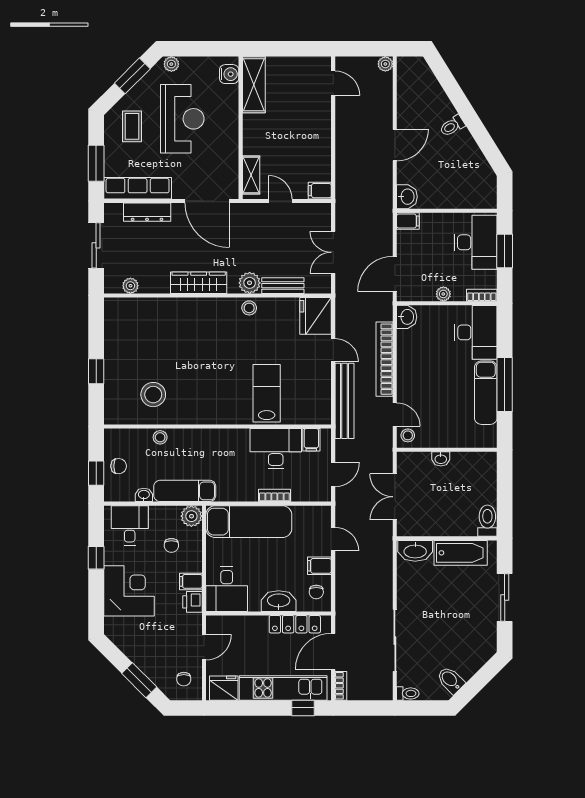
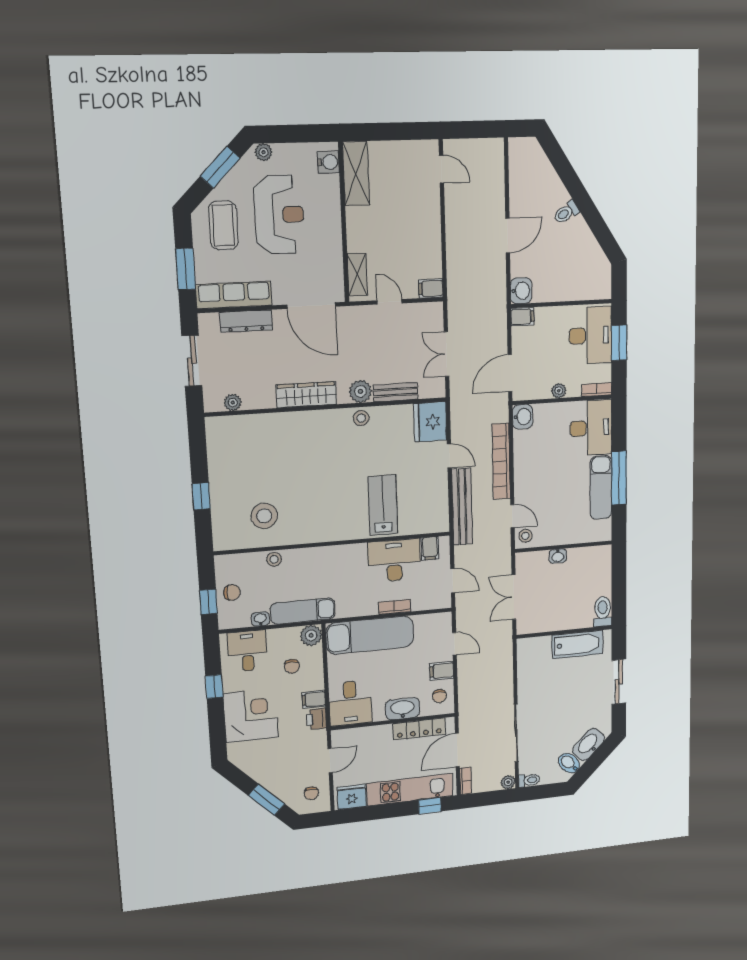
plant: (385, 64) -> (508, 782), moved
coffee table: (132, 126) -> (223, 225), width x1.36, depth x1.30
door: (333, 474) -> (453, 581), hinge flipped
washbasin: (415, 551) -> (589, 744), moved, turned 135

